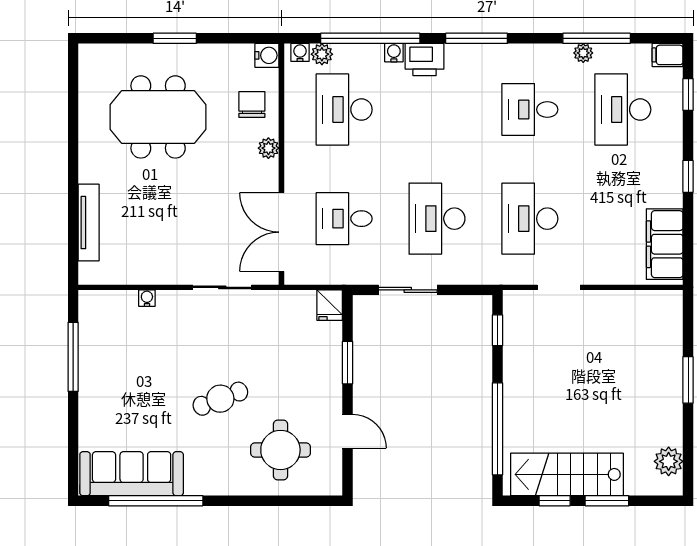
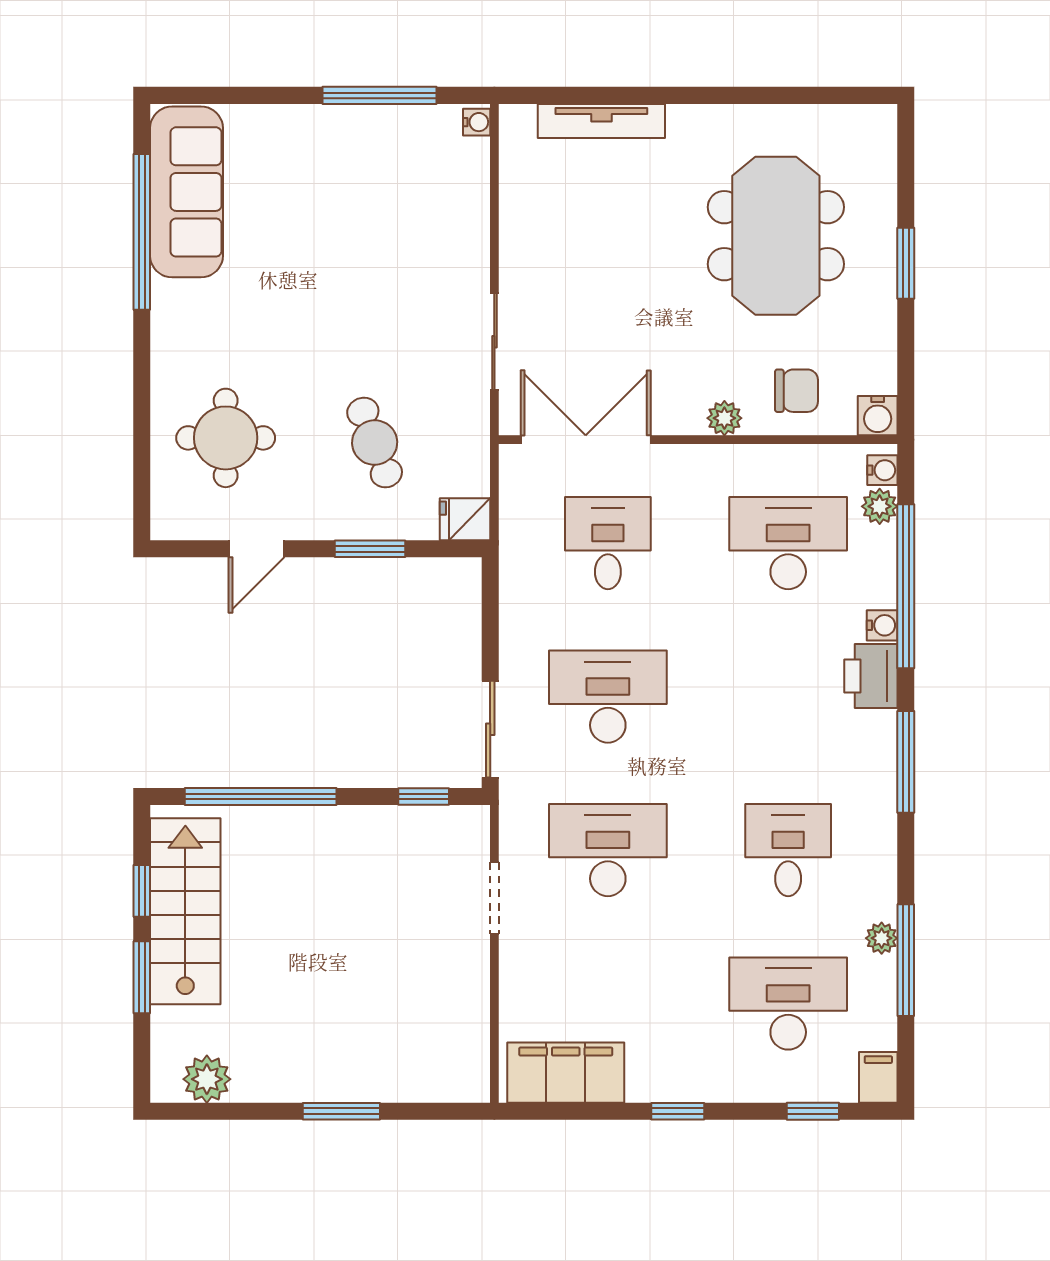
sliding door: (408, 290) -> (490, 729), moved
water cooler: (147, 298) -> (477, 122), moved
cafe table: (220, 399) -> (375, 443), moved

